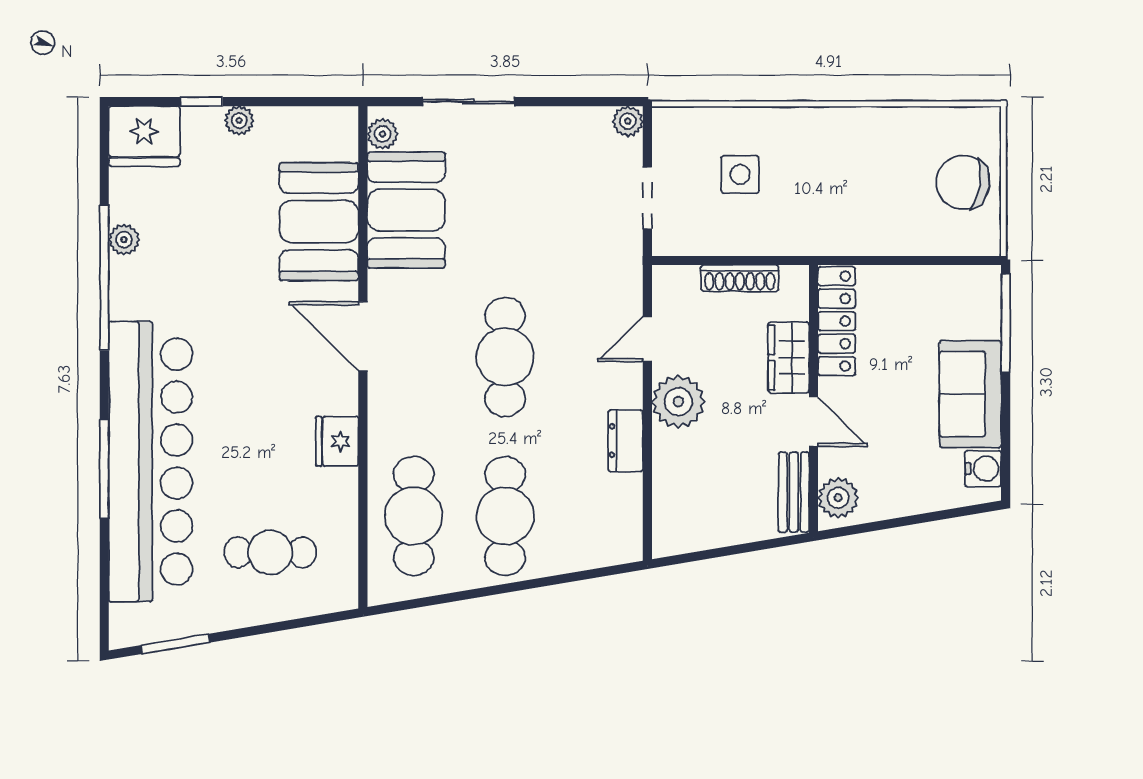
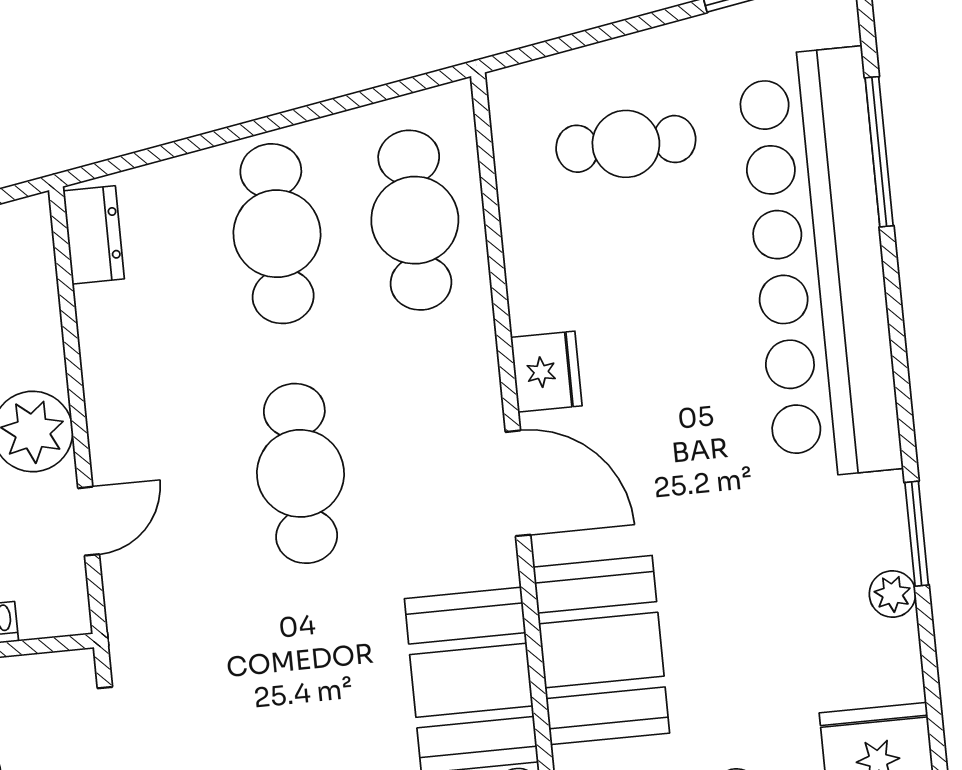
window: (104, 278) -> (917, 534), width x0.47
fridge: (337, 441) -> (546, 372), moved
dresser: (626, 441) -> (94, 235), moved
window: (104, 469) -> (879, 152), moved

